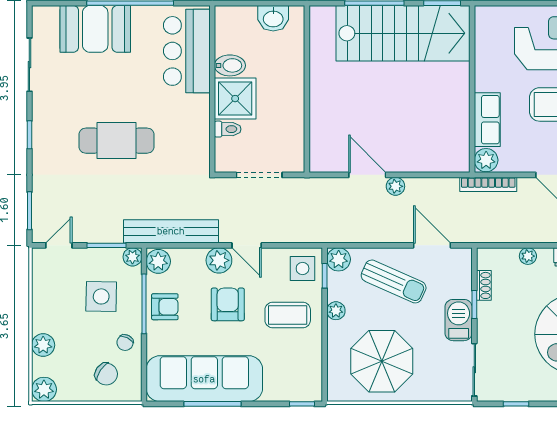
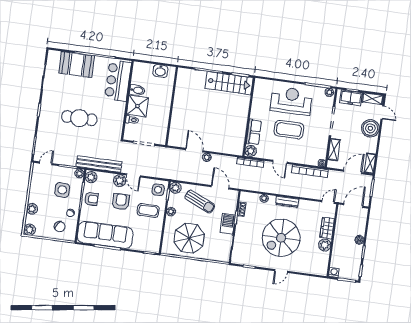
stairs: (403, 33) -> (229, 83), width x0.73, depth x0.66

